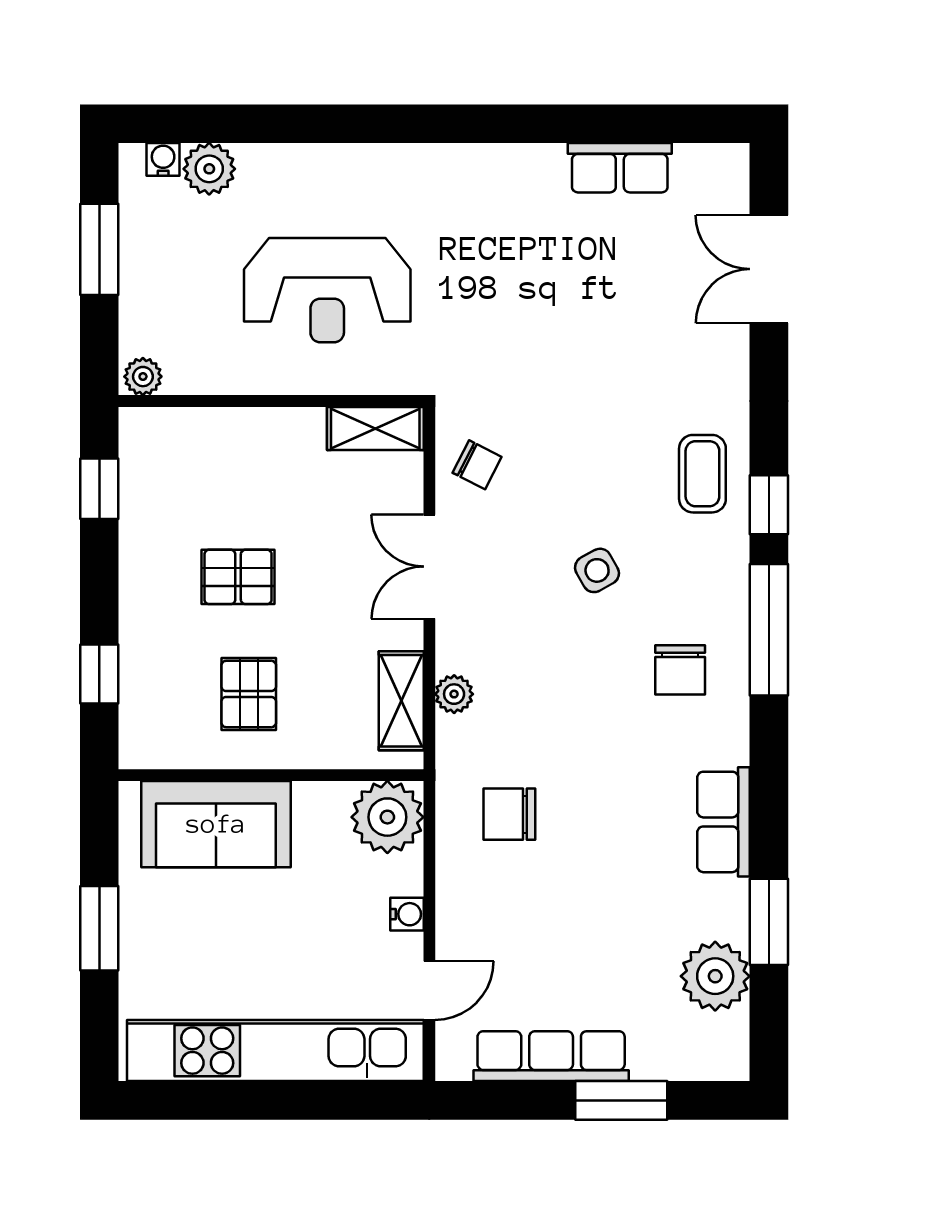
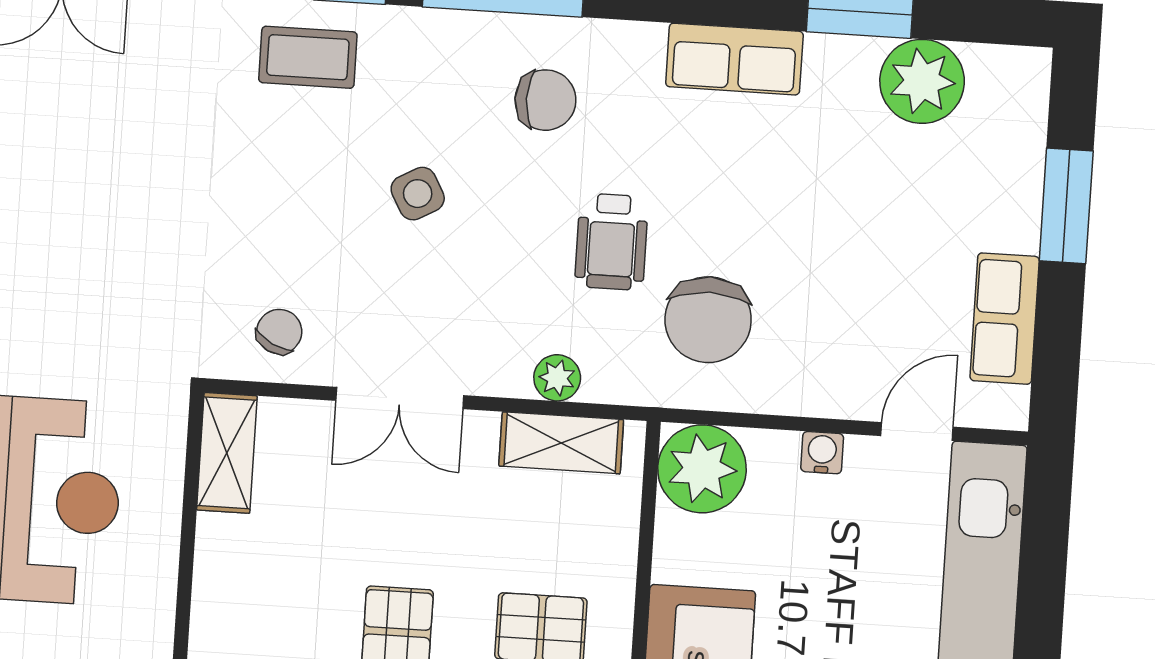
wheelchair: (568, 731) -> (611, 242), added
chair: (509, 814) -> (708, 320), width x1.37, depth x1.37
door: (429, 990) -> (917, 431), hinge flipped
row of seats: (551, 1056) -> (1005, 319), width x0.68

